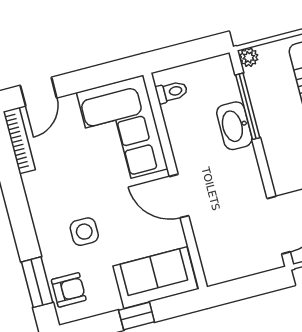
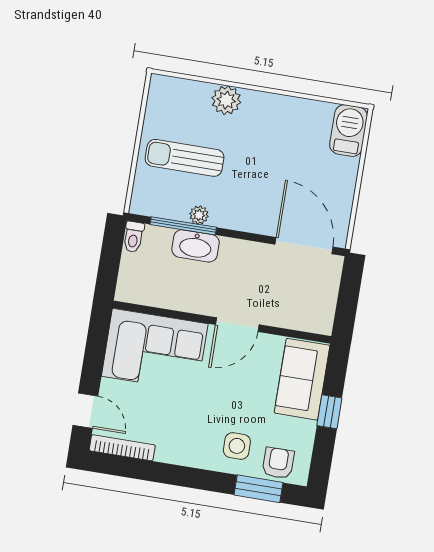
plant: (249, 57) -> (199, 215), moved
toilet: (171, 92) -> (133, 237), moved, turned 180
side table: (84, 232) -> (237, 446), moved

